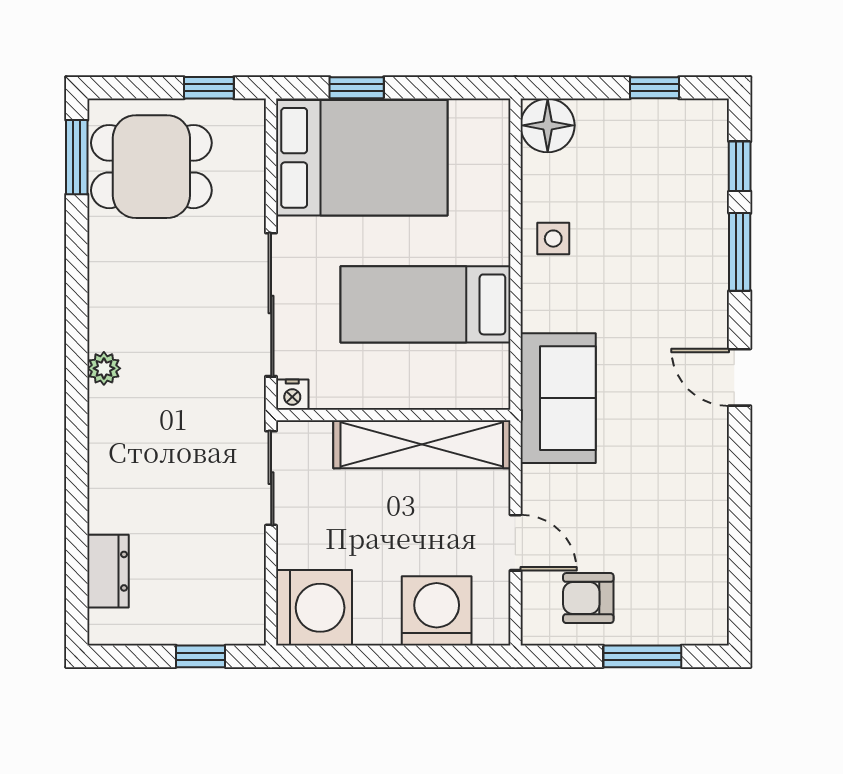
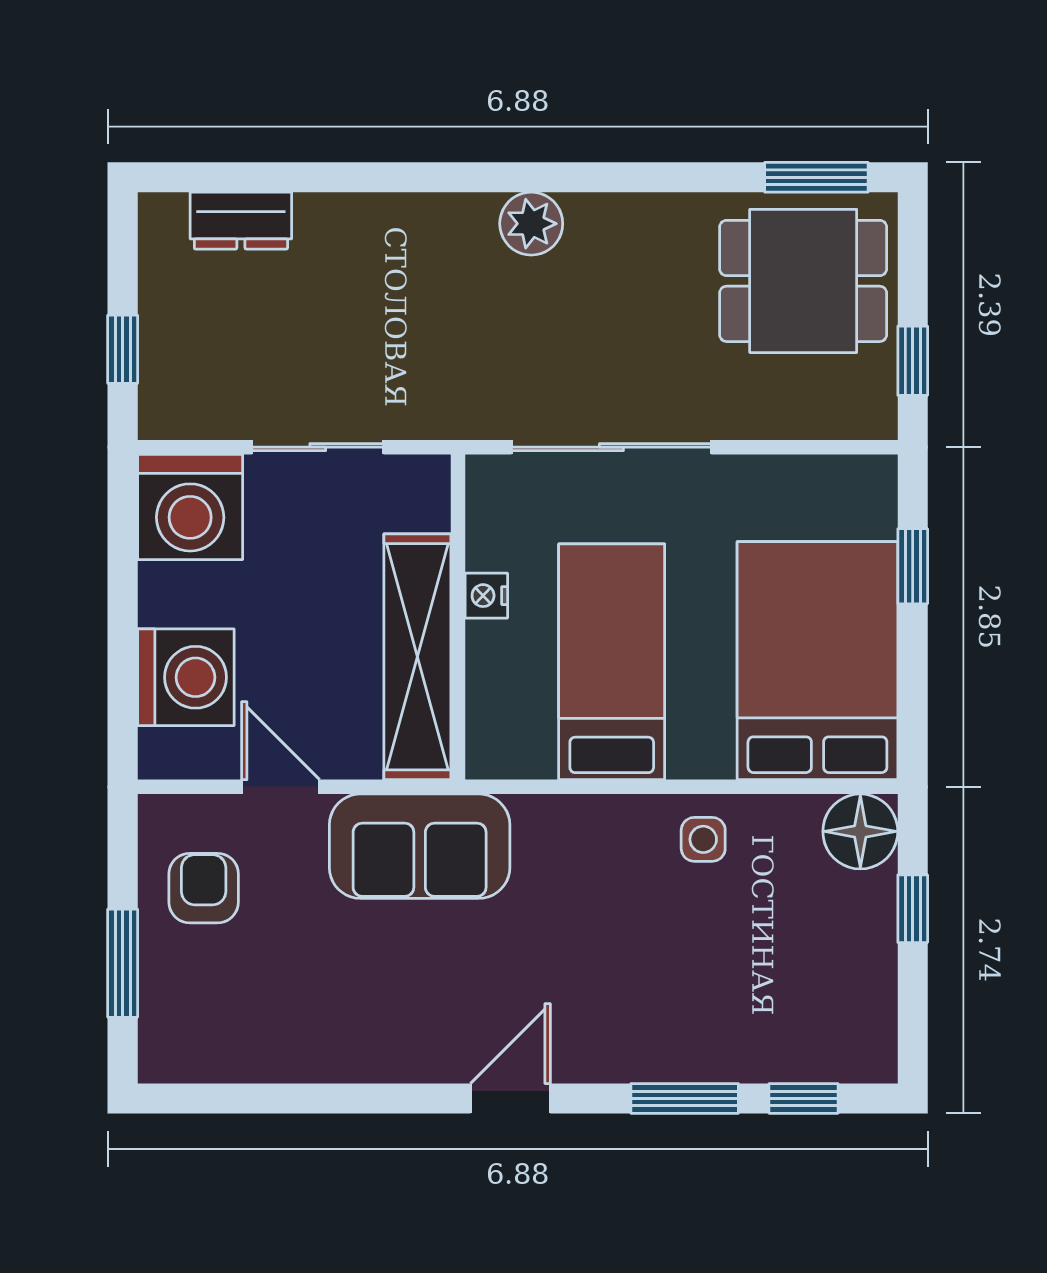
window: (654, 88) -> (913, 909), moved
bed: (362, 158) -> (817, 661), moved, turned 180
dining table: (151, 167) -> (803, 281), turned 90
plant: (104, 368) -> (531, 224), width x1.38, depth x1.38
nightstand: (292, 395) -> (486, 596), moved
sofa: (558, 398) -> (420, 846), moved
sliding door: (271, 478) -> (318, 447), moved
door: (515, 543) -> (281, 787), swing flipped

